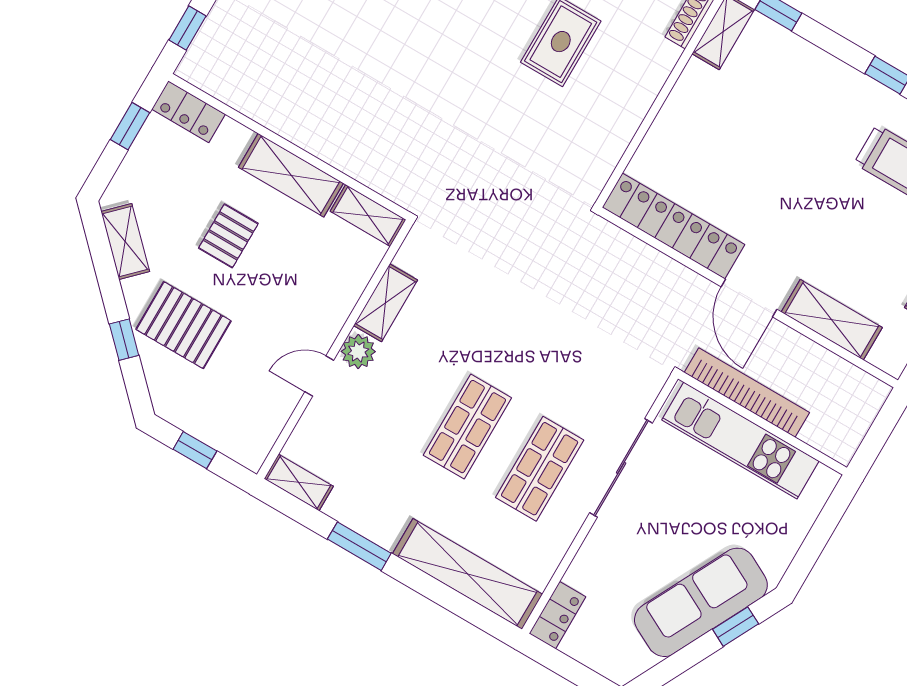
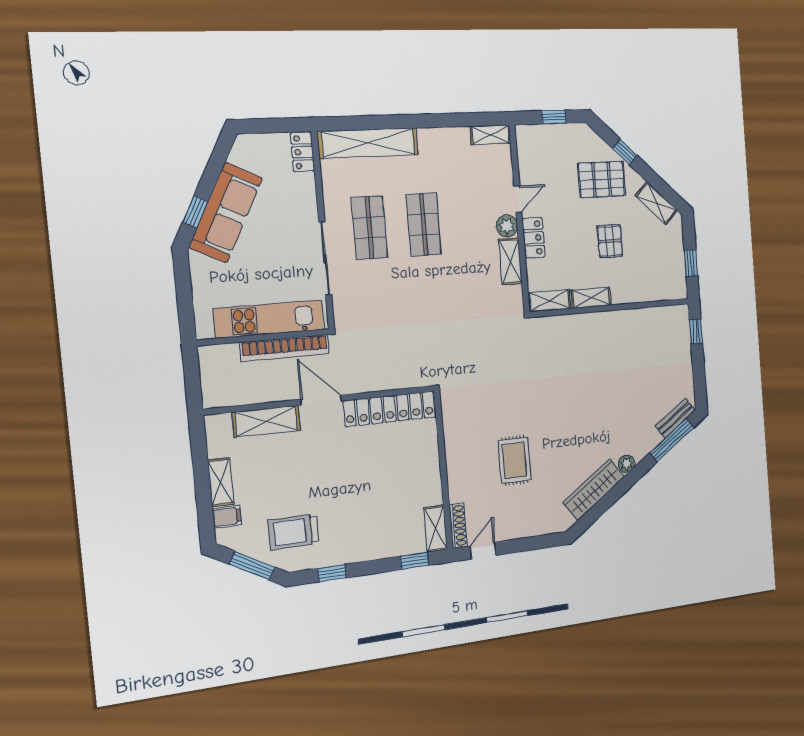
locker: (188, 112) -> (534, 238), moved, turned 90
shelving: (291, 175) -> (591, 298), width x0.67, depth x0.75
window: (359, 546) -> (436, 121), removed

